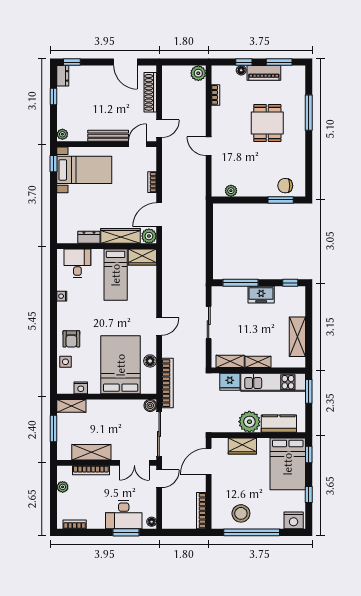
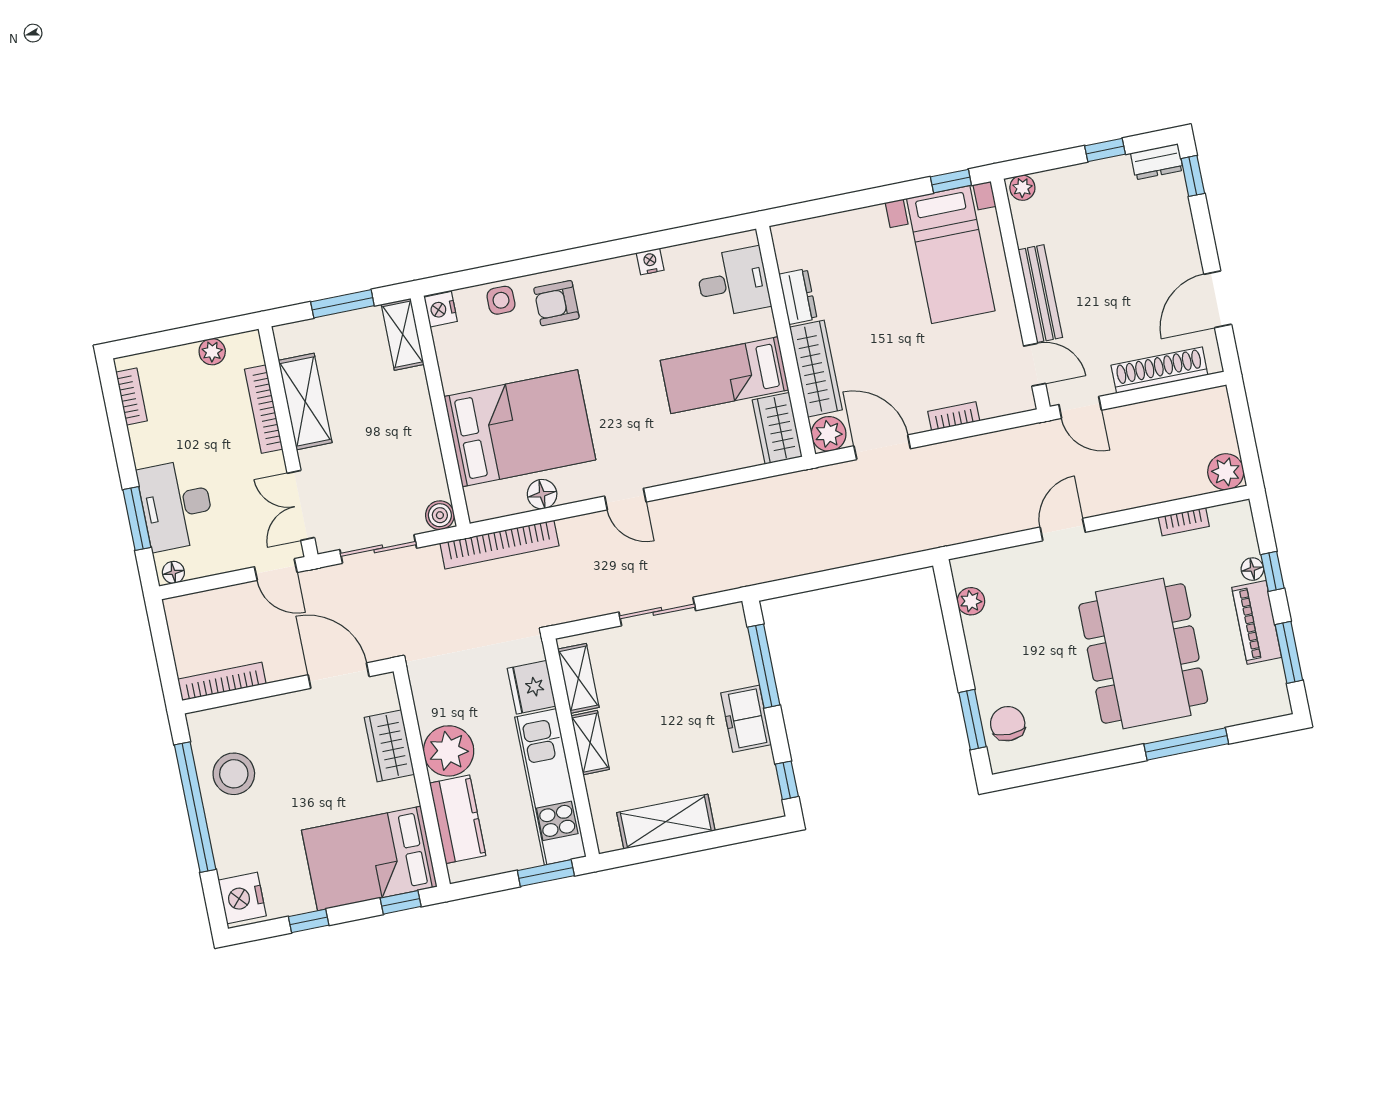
dining table: (267, 123) -> (1143, 654), width x1.88, depth x1.24
nightstand: (81, 388) -> (441, 309), moved
sliding door: (159, 434) -> (378, 549), width x0.73

